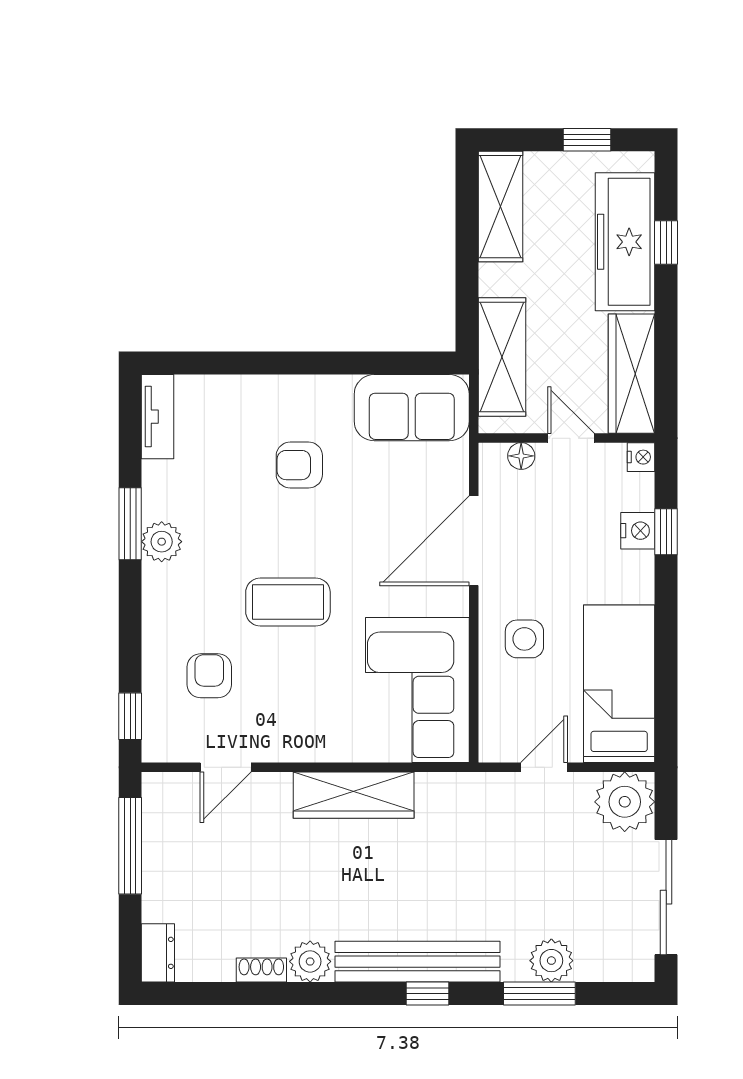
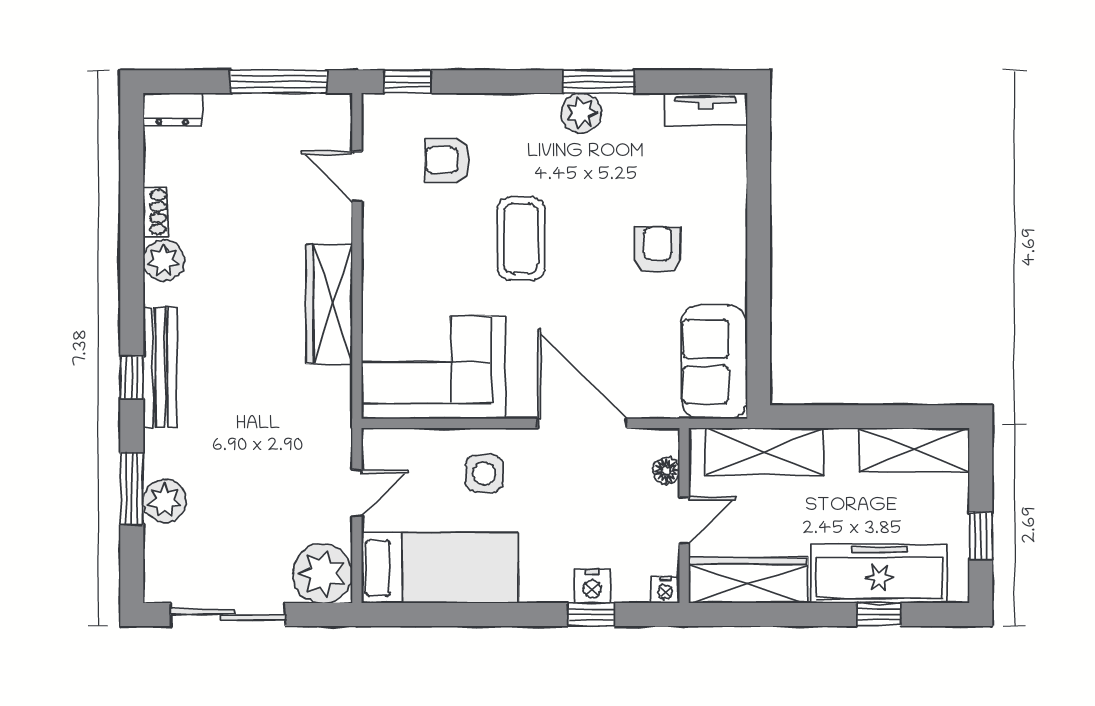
armchair: (209, 676) -> (448, 160), turned 180
door: (544, 767) -> (357, 493), hinge flipped
bench: (418, 962) -> (160, 367), width x0.73, depth x0.82

